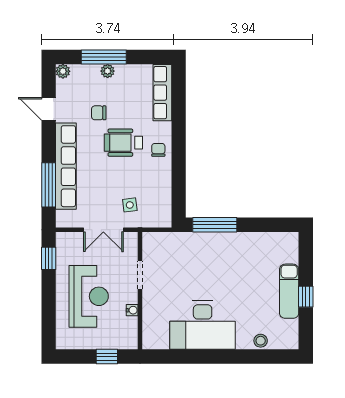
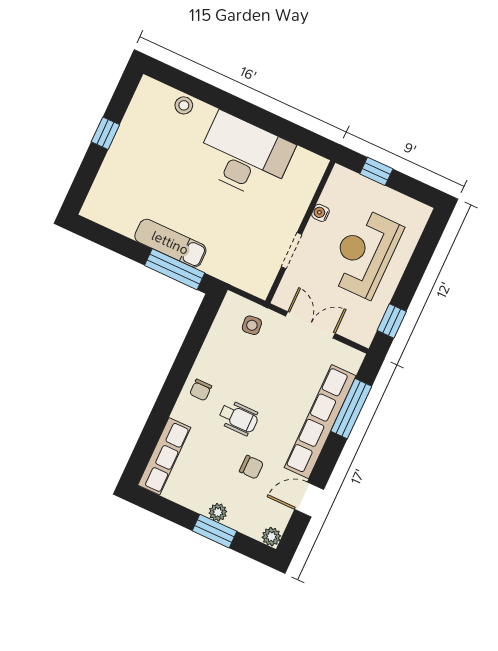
window: (104, 57) -> (215, 531), width x0.69
door: (49, 109) -> (309, 500), swing flipped
wheelchair: (123, 143) -> (238, 418), width x0.73, depth x0.73
side table: (130, 205) -> (252, 325), moved
exam couch: (289, 291) -> (170, 243), moved, turned -90

